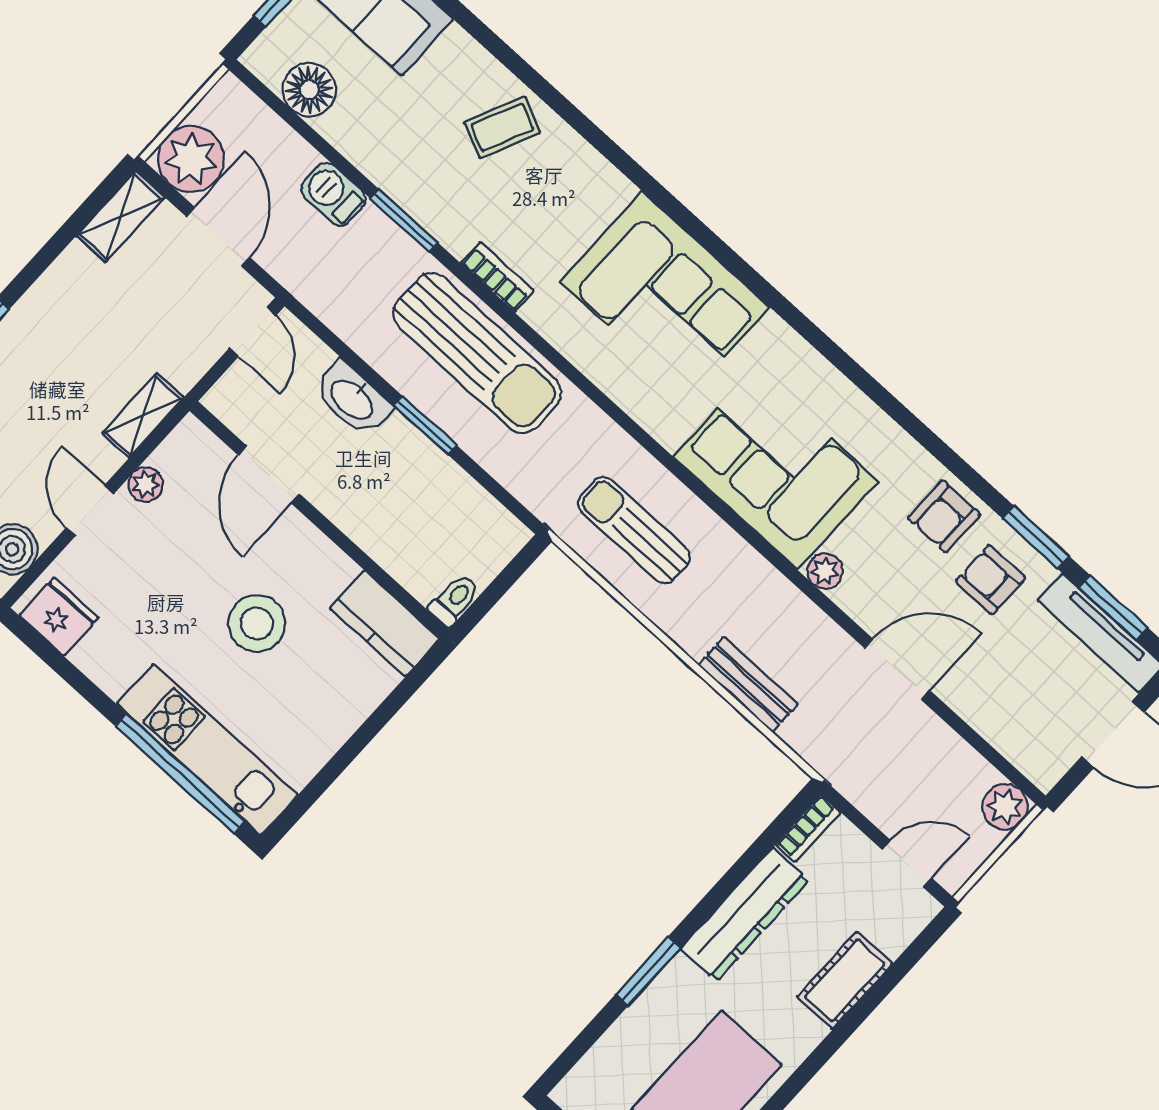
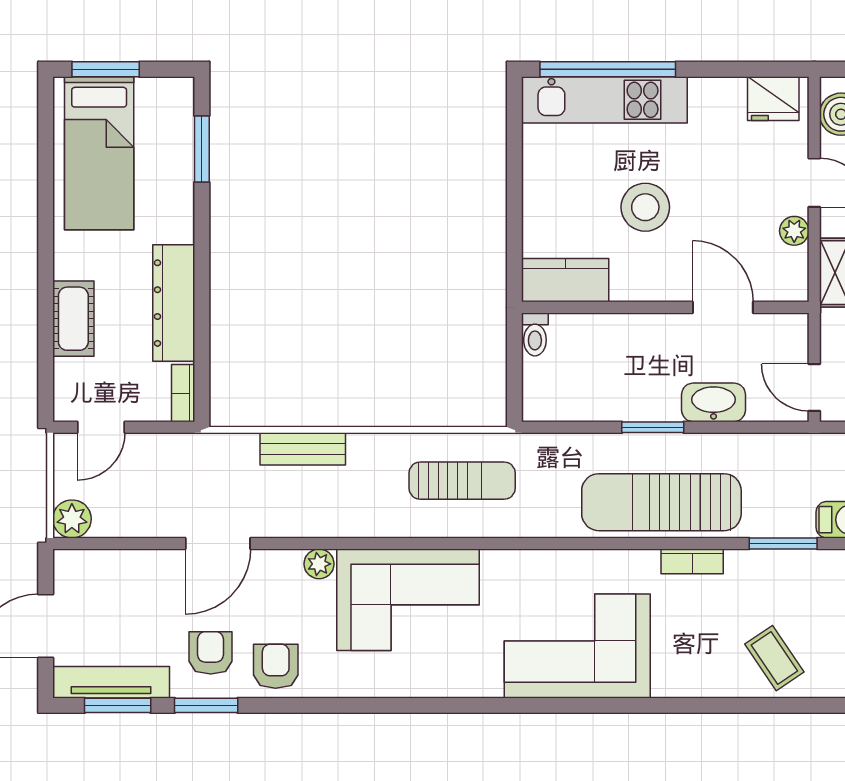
coffee table: (502, 127) -> (774, 658), turned -59
armchair: (990, 580) -> (211, 653), turned -90
window: (648, 971) -> (202, 149), moved

